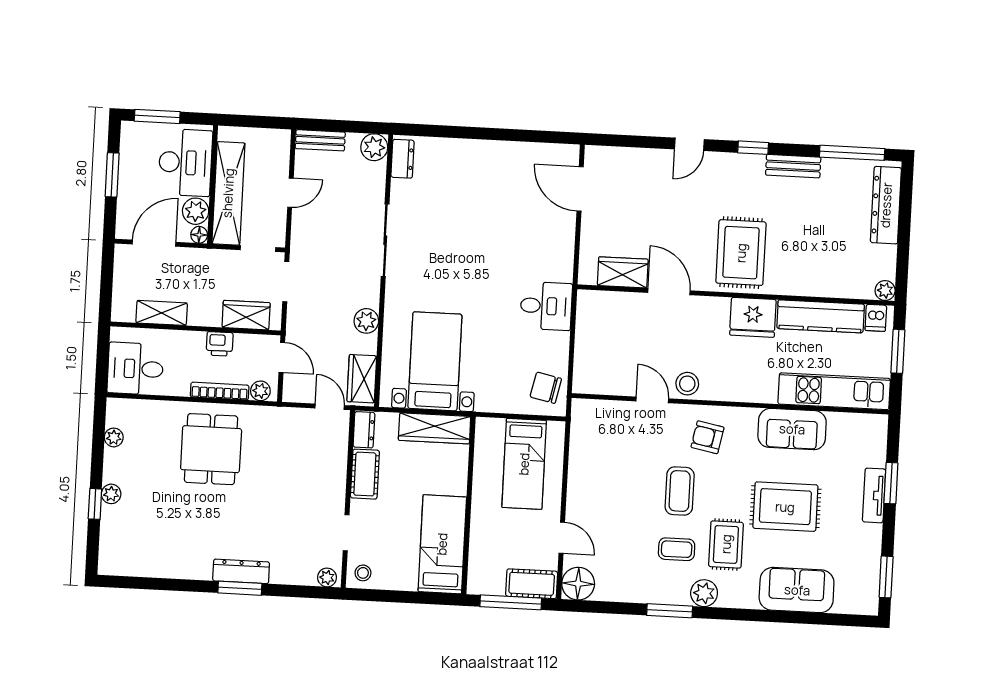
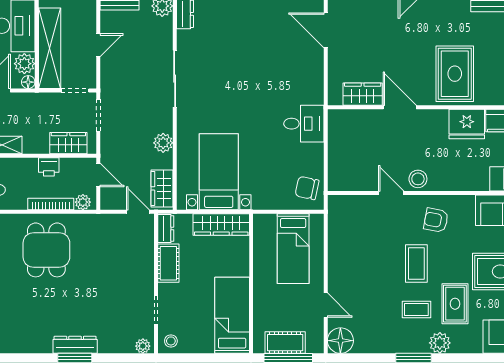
cot: (532, 584) -> (285, 343), moved

